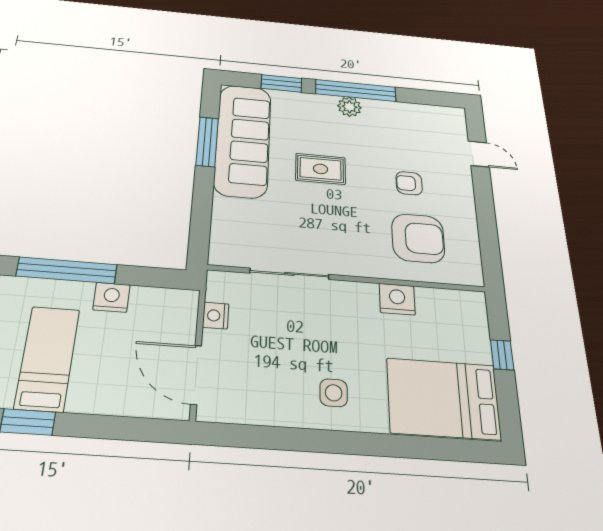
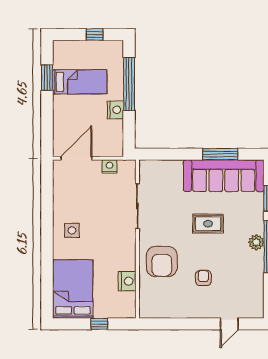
rug: (321, 169) -> (208, 224), turned 90
armchair: (418, 238) -> (162, 262), moved
nightstand: (397, 299) -> (127, 281), moved

